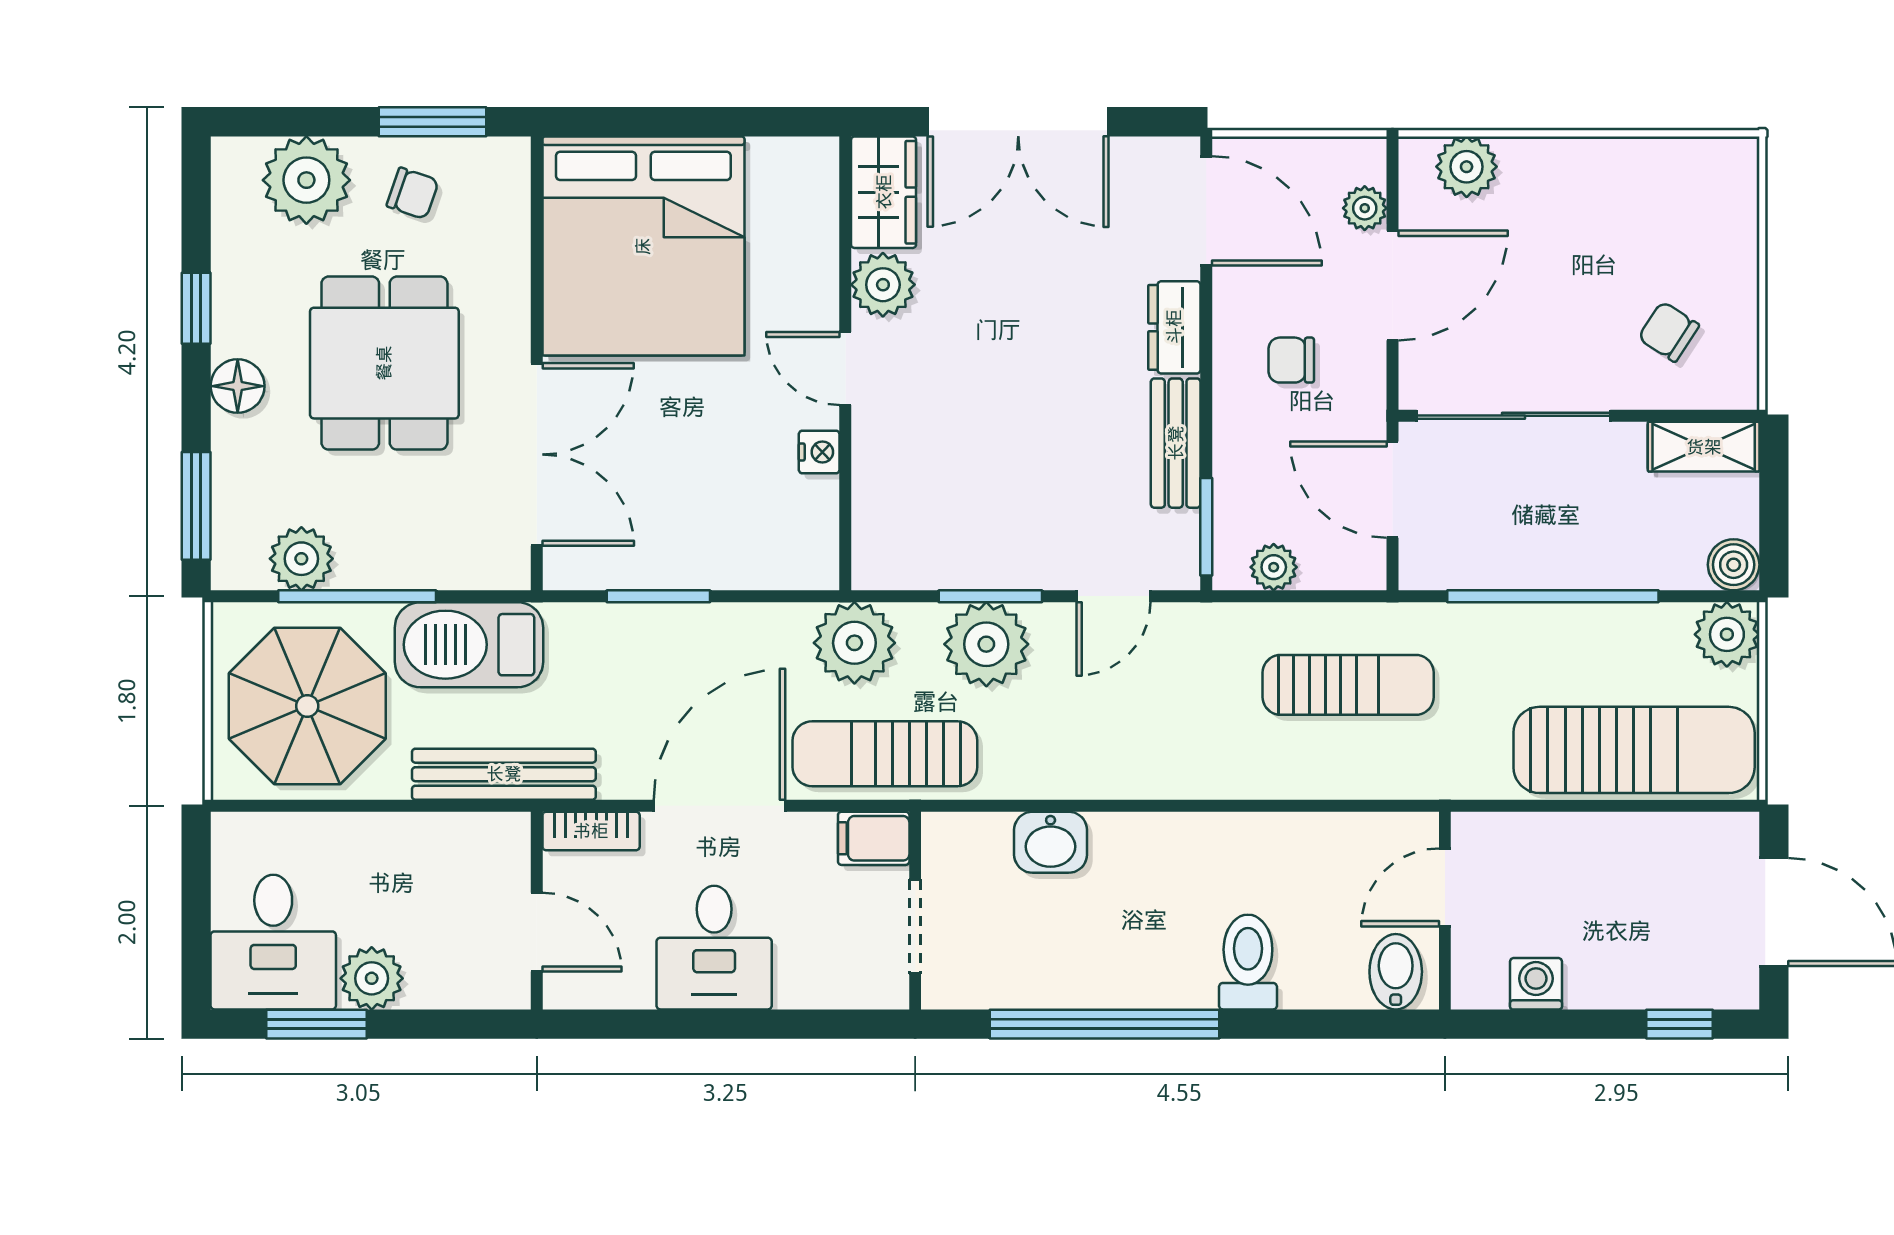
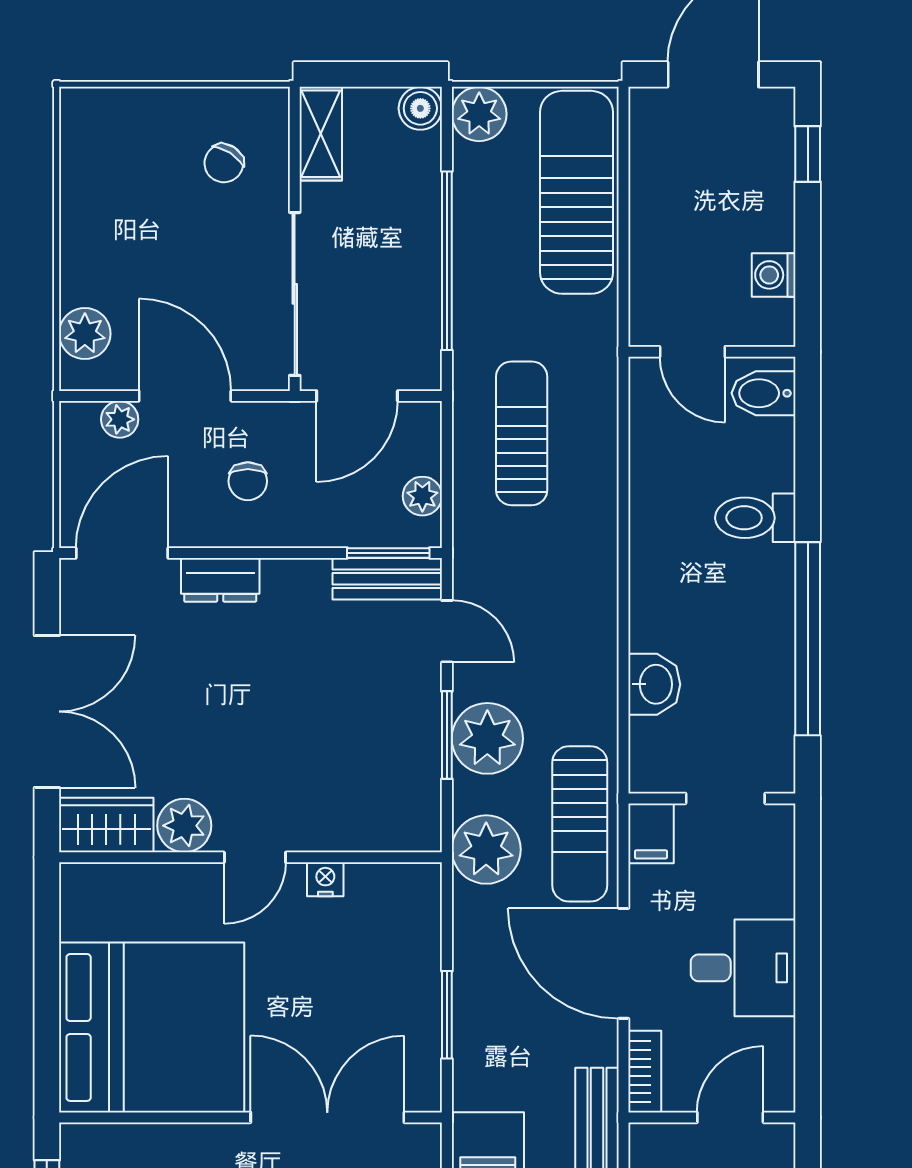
bench: (1176, 443) -> (387, 579), moved

